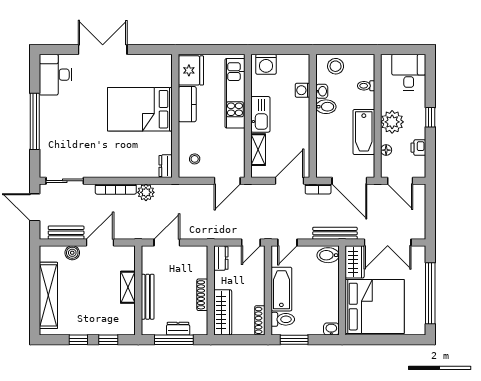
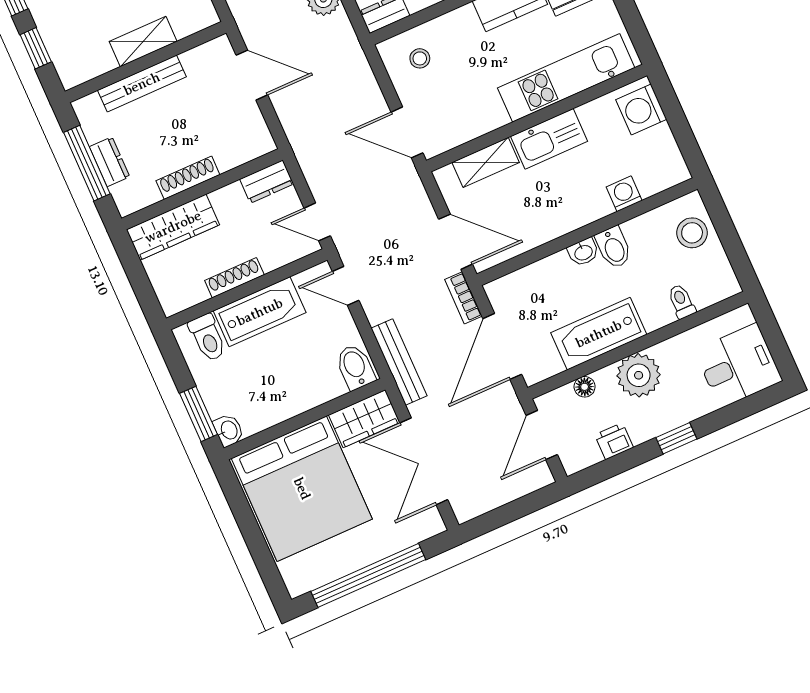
washbasin: (322, 91) -> (583, 252), moved
shoe rack: (260, 320) -> (234, 278), moved
window: (294, 340) -> (199, 414), moved

